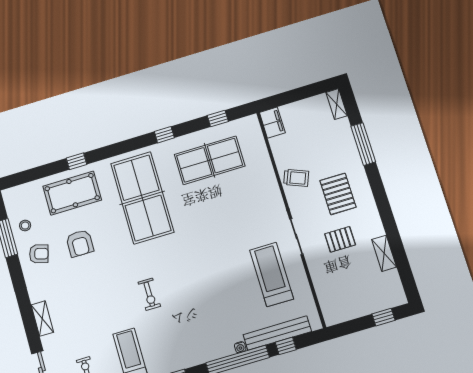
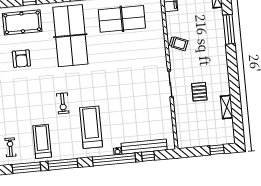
pallet: (338, 194) -> (204, 60), removed
pallet: (340, 239) -> (199, 92), turned 90
treadmill: (272, 274) -> (91, 127), moved

